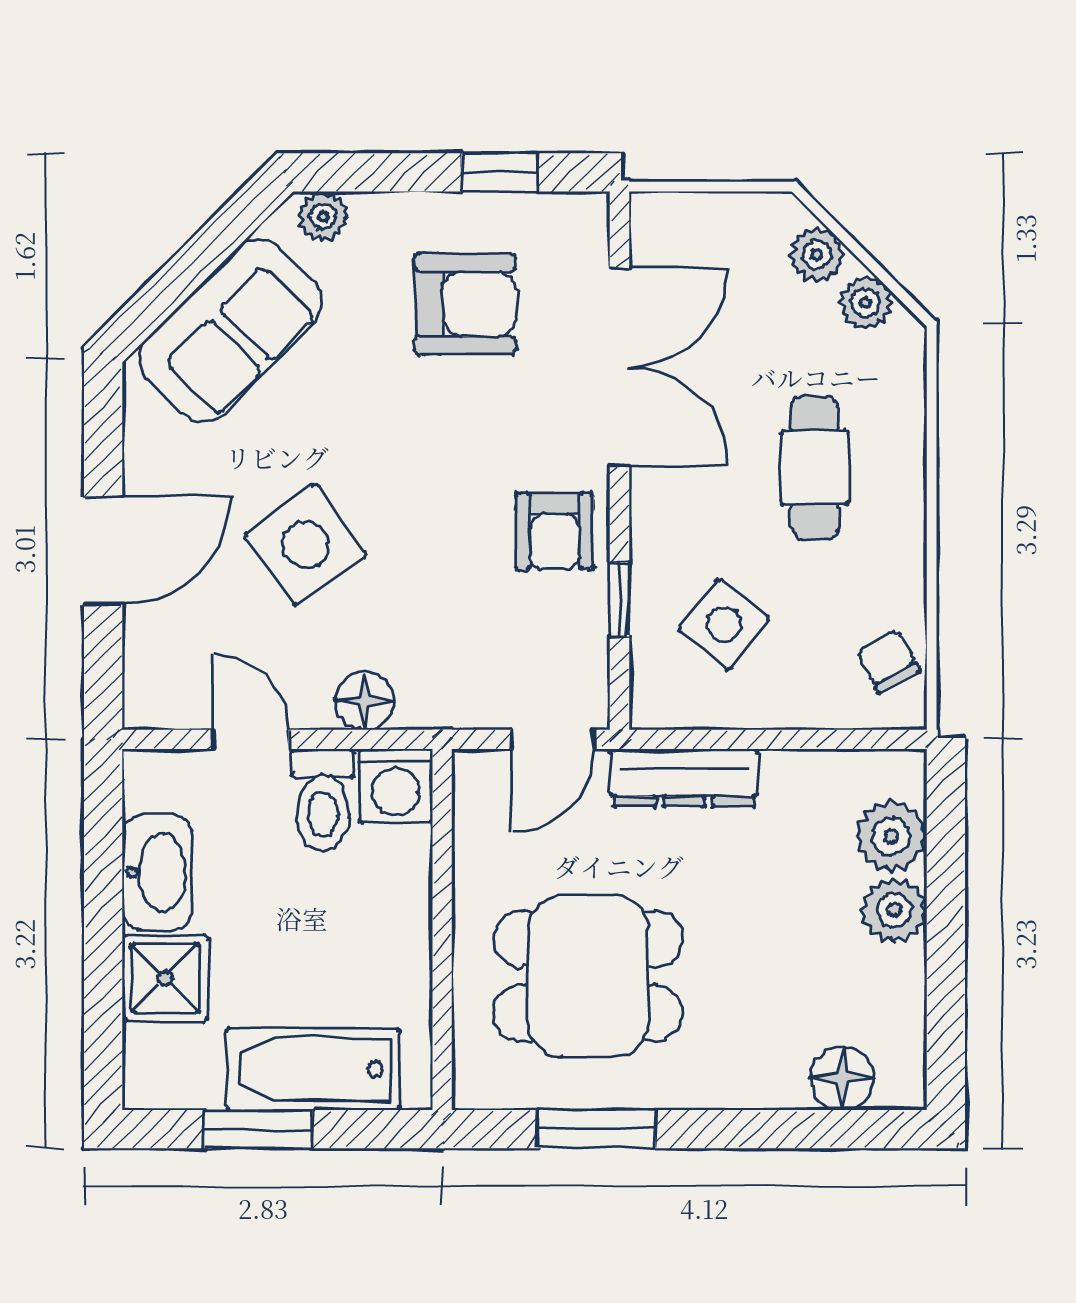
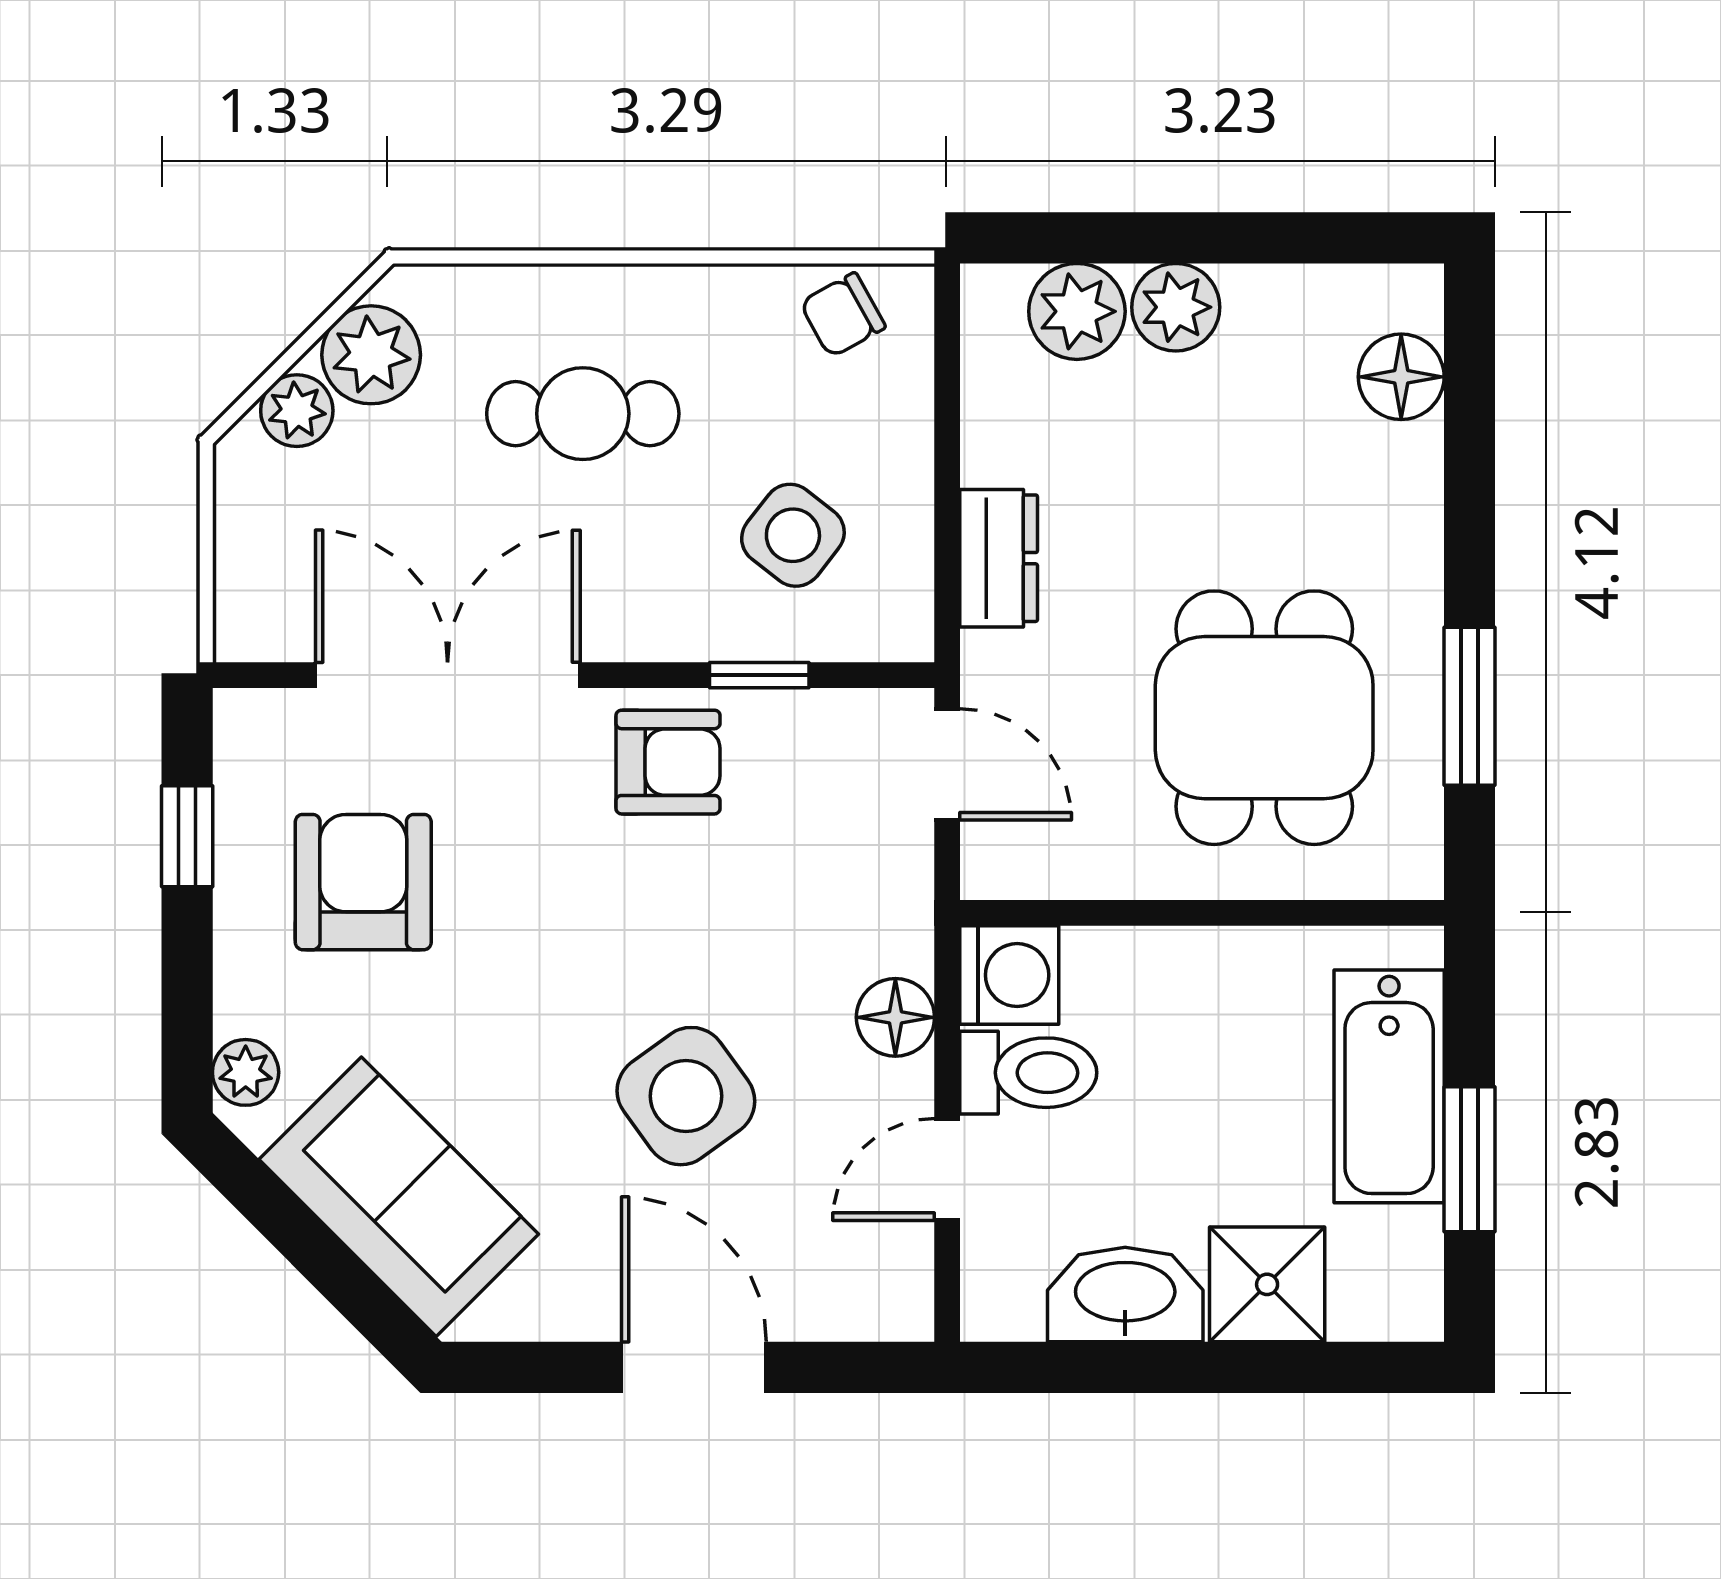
plant: (866, 303) -> (371, 355), width x1.38, depth x1.38
dresser: (684, 778) -> (999, 558), width x0.70

